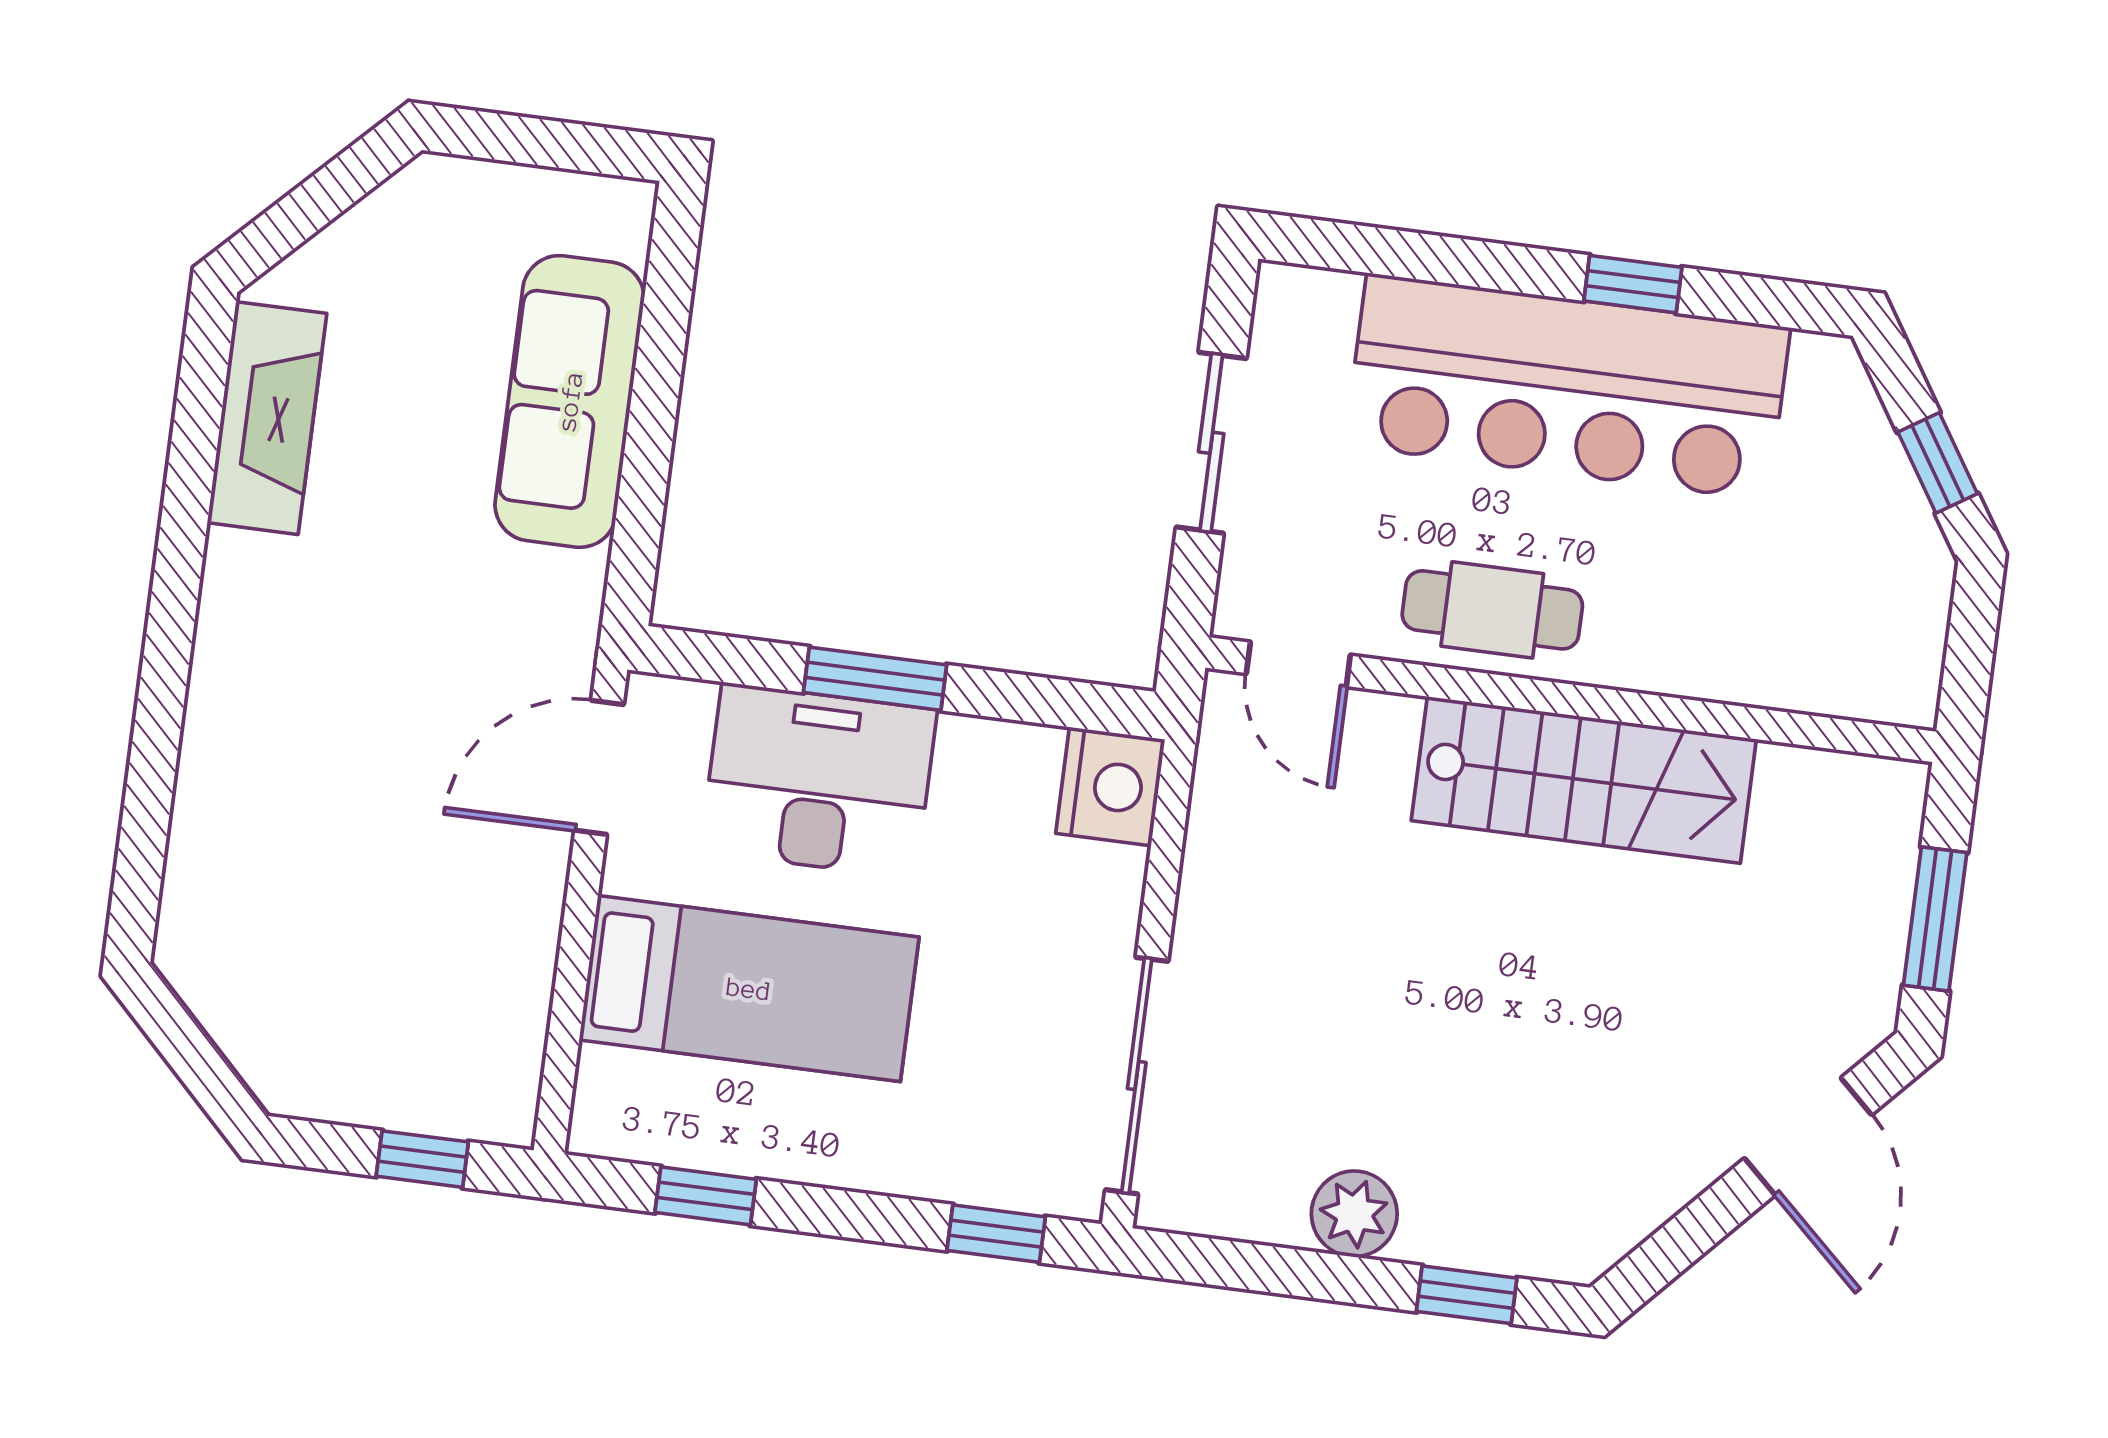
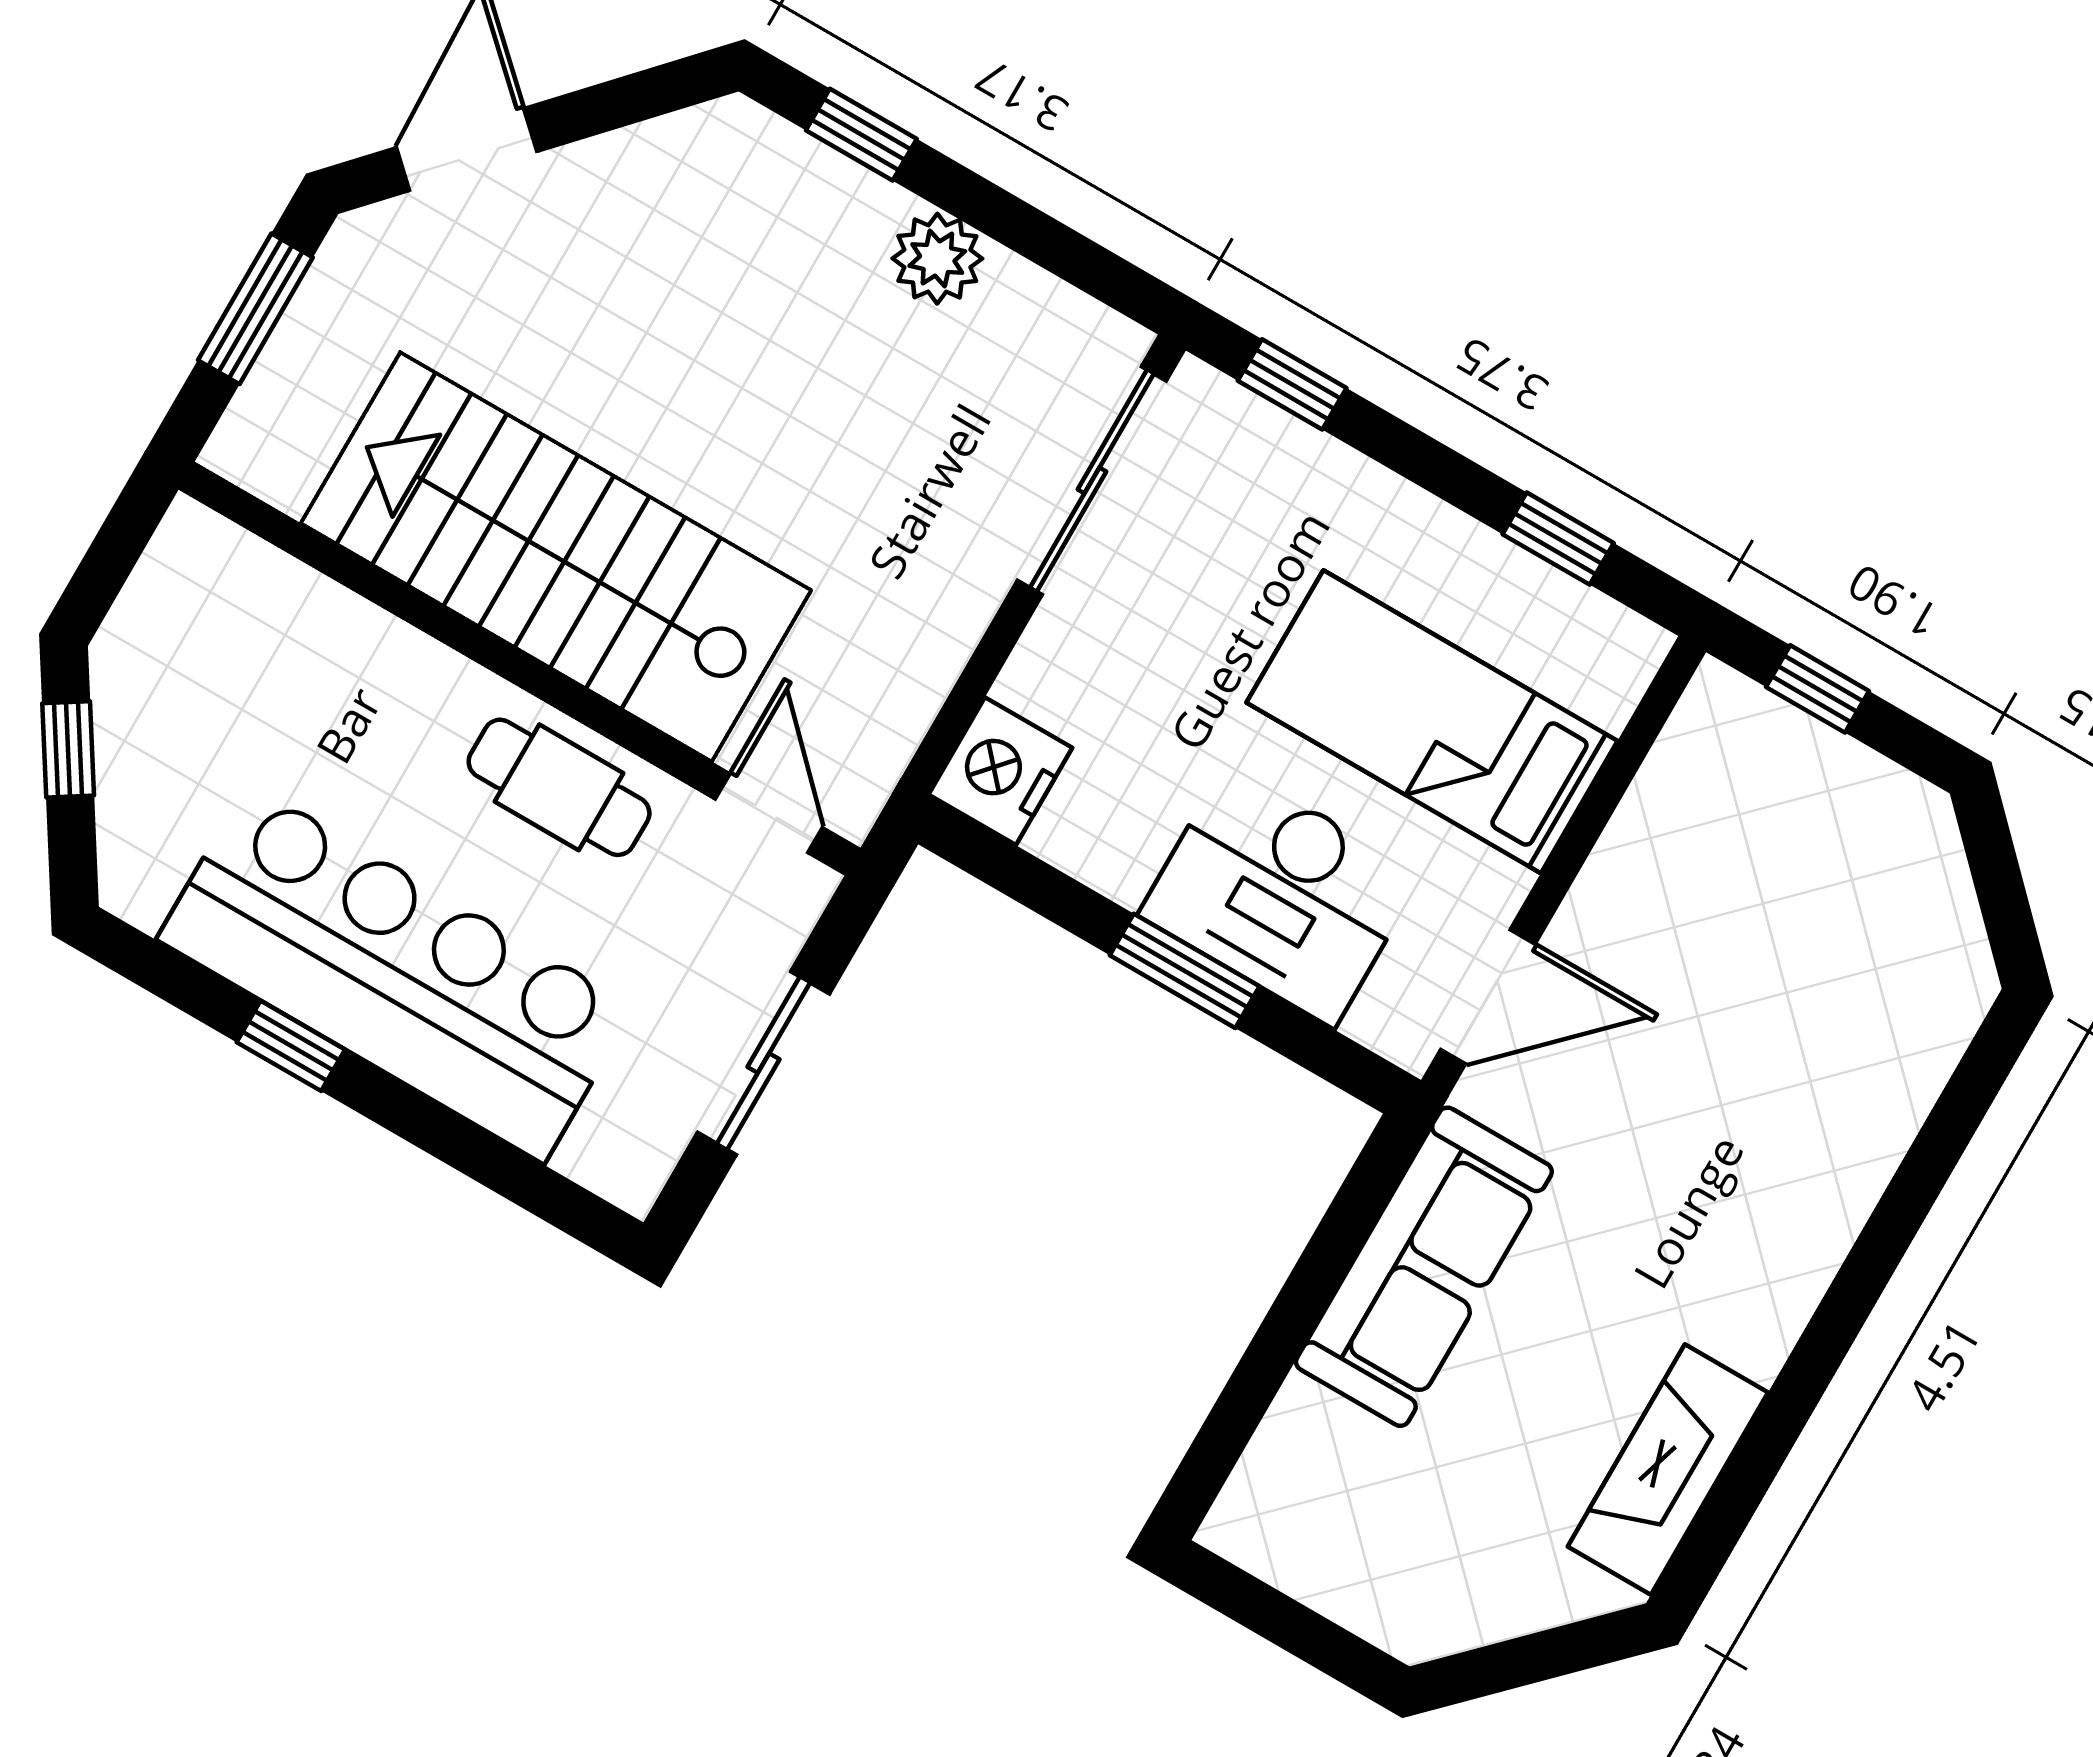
sofa: (570, 401) -> (1424, 1267), moved
stairs: (1584, 780) -> (556, 557), width x1.36, depth x1.51

